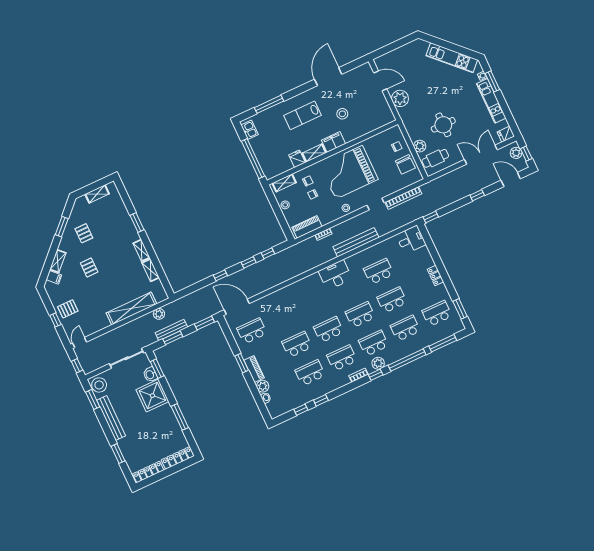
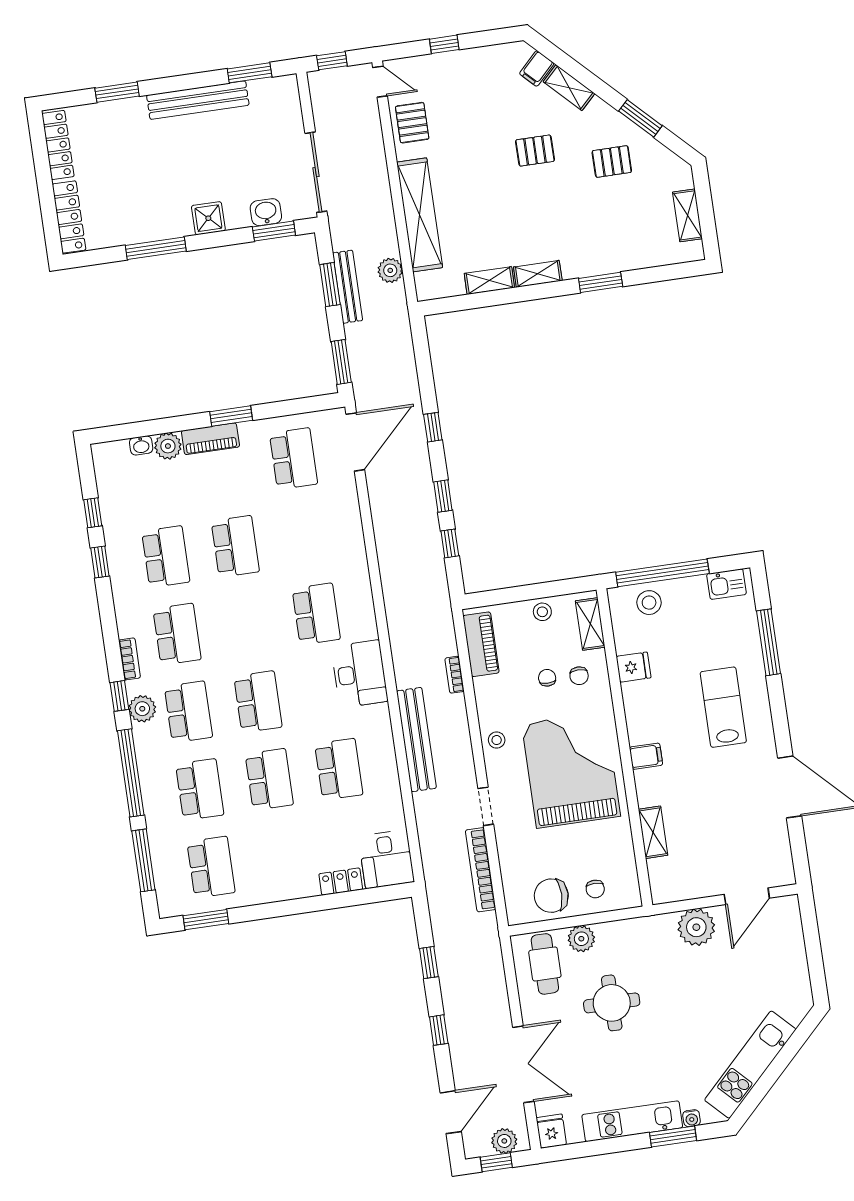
stool: (342, 114) -> (649, 603), moved
filing cabinet: (333, 142) -> (646, 756), width x0.50
shelving: (314, 153) -> (653, 832), moved
window: (431, 217) -> (429, 963), moved
locker: (435, 275) -> (341, 882), moved
pallet: (68, 309) -> (412, 123), moved
school desk: (329, 330) -> (316, 614), moved
stool: (99, 385) -> (276, 96), removed
shower: (152, 396) -> (208, 218), width x0.54, depth x0.54

